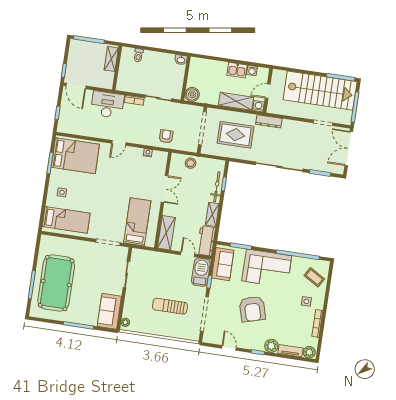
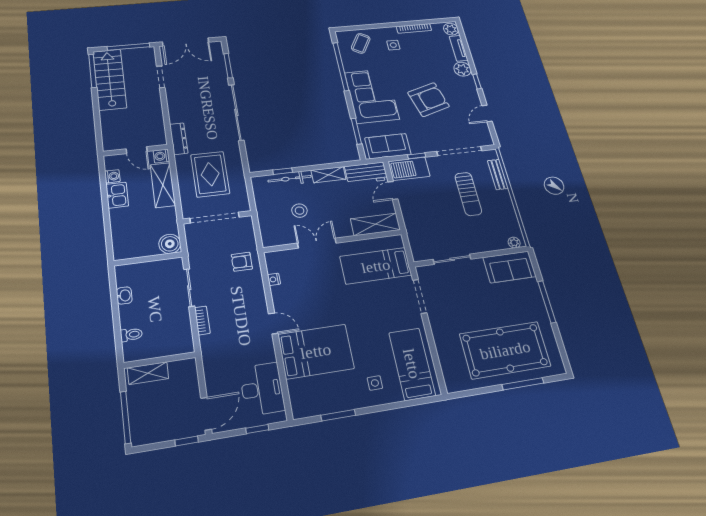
washbasin: (181, 60) -> (124, 296), moved
stairs: (320, 91) -> (110, 79), width x0.73, depth x0.66
desk: (107, 105) -> (262, 389), moved, turned 180
bed: (75, 156) -> (316, 351), moved, turned 90
stool: (191, 163) -> (299, 211), moved
bench: (178, 334) -> (498, 174), added

